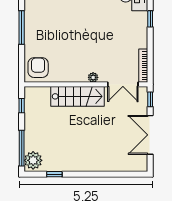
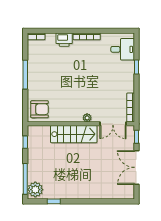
armchair: (38, 68) -> (40, 109), turned 90

